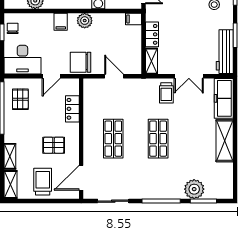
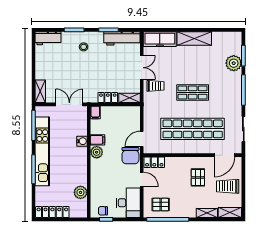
filing cabinet: (61, 22) -> (98, 140), moved
door: (114, 76) -> (142, 139), moved
locker: (72, 109) -> (154, 162), moved
shop shelf: (113, 139) -> (193, 129), width x2.00, depth x1.36
door: (81, 178) -> (224, 155), hinge flipped

